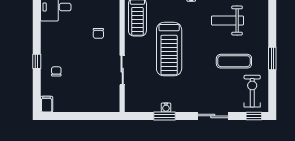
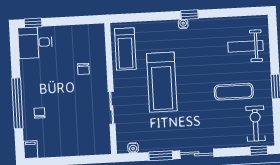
weight bench: (228, 20) -> (245, 46), moved
window: (37, 61) -> (17, 103), width x3.17
water cooler: (166, 107) -> (133, 148), moved
sliding door: (213, 116) -> (197, 154), moved

